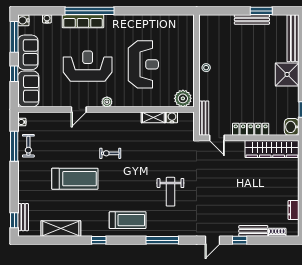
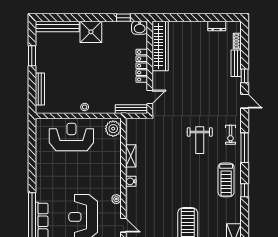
bench: (252, 19) -> (40, 89), moved
reception desk: (143, 64) -> (71, 137), moved
water cooler: (172, 117) -> (131, 181), moved
exercise bike: (110, 153) -> (230, 135), moved
weight bench: (170, 192) -> (200, 140), turned 90
treadmill: (128, 220) -> (226, 180), turned 180
window: (99, 240) -> (245, 190), moved

